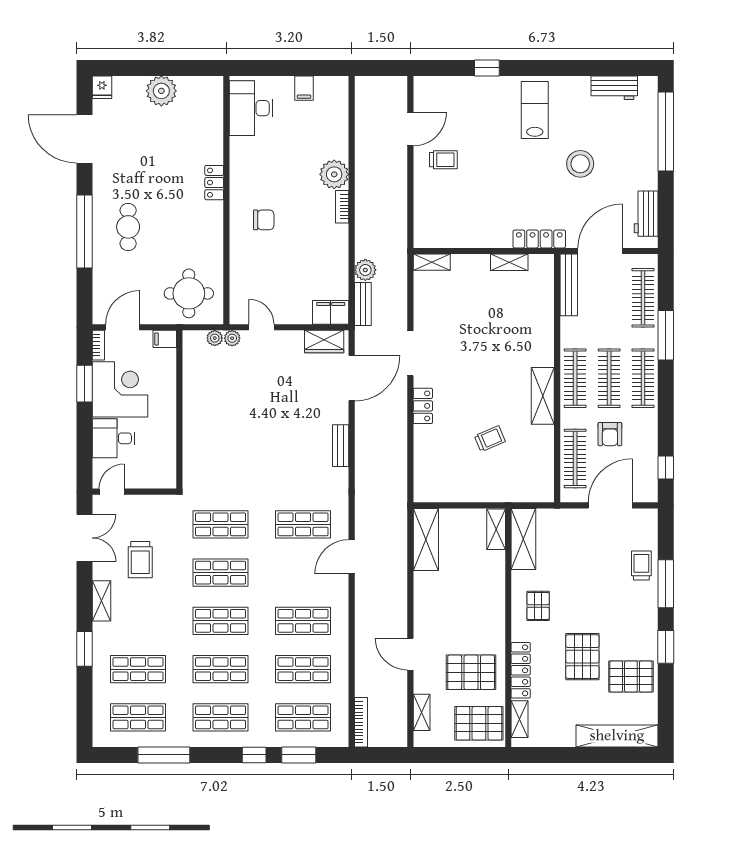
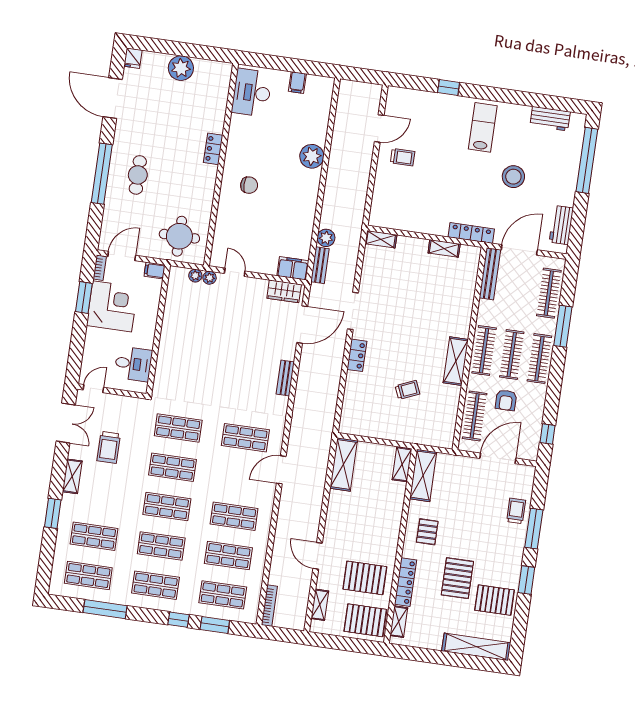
bookcase: (342, 207) -> (315, 184), removed
desk: (113, 438) -> (133, 364), moved, turned 180

